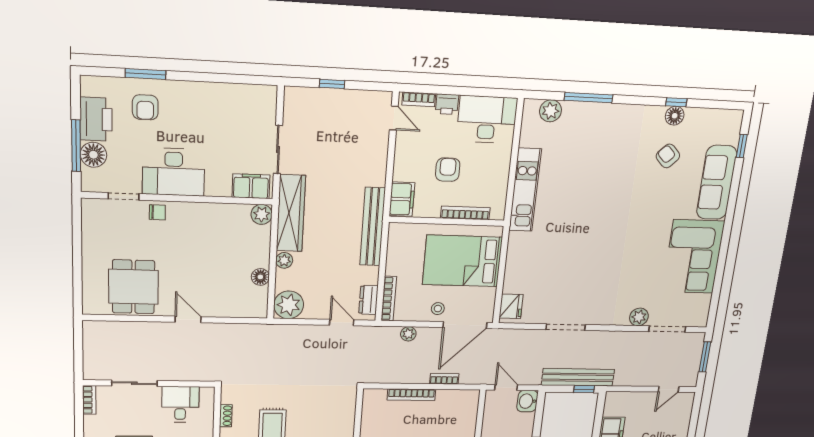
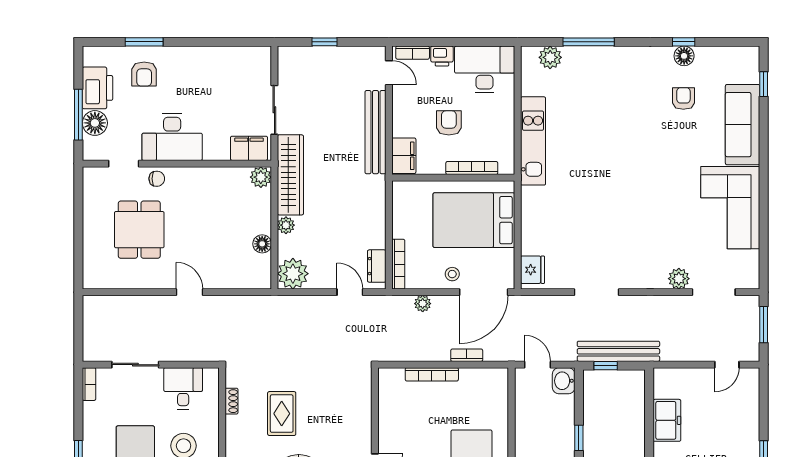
armchair: (668, 156) -> (683, 98), turned 45
bench: (373, 227) -> (375, 132), moved
dining table: (133, 287) -> (139, 230), moved
window: (584, 389) -> (606, 366), moved

